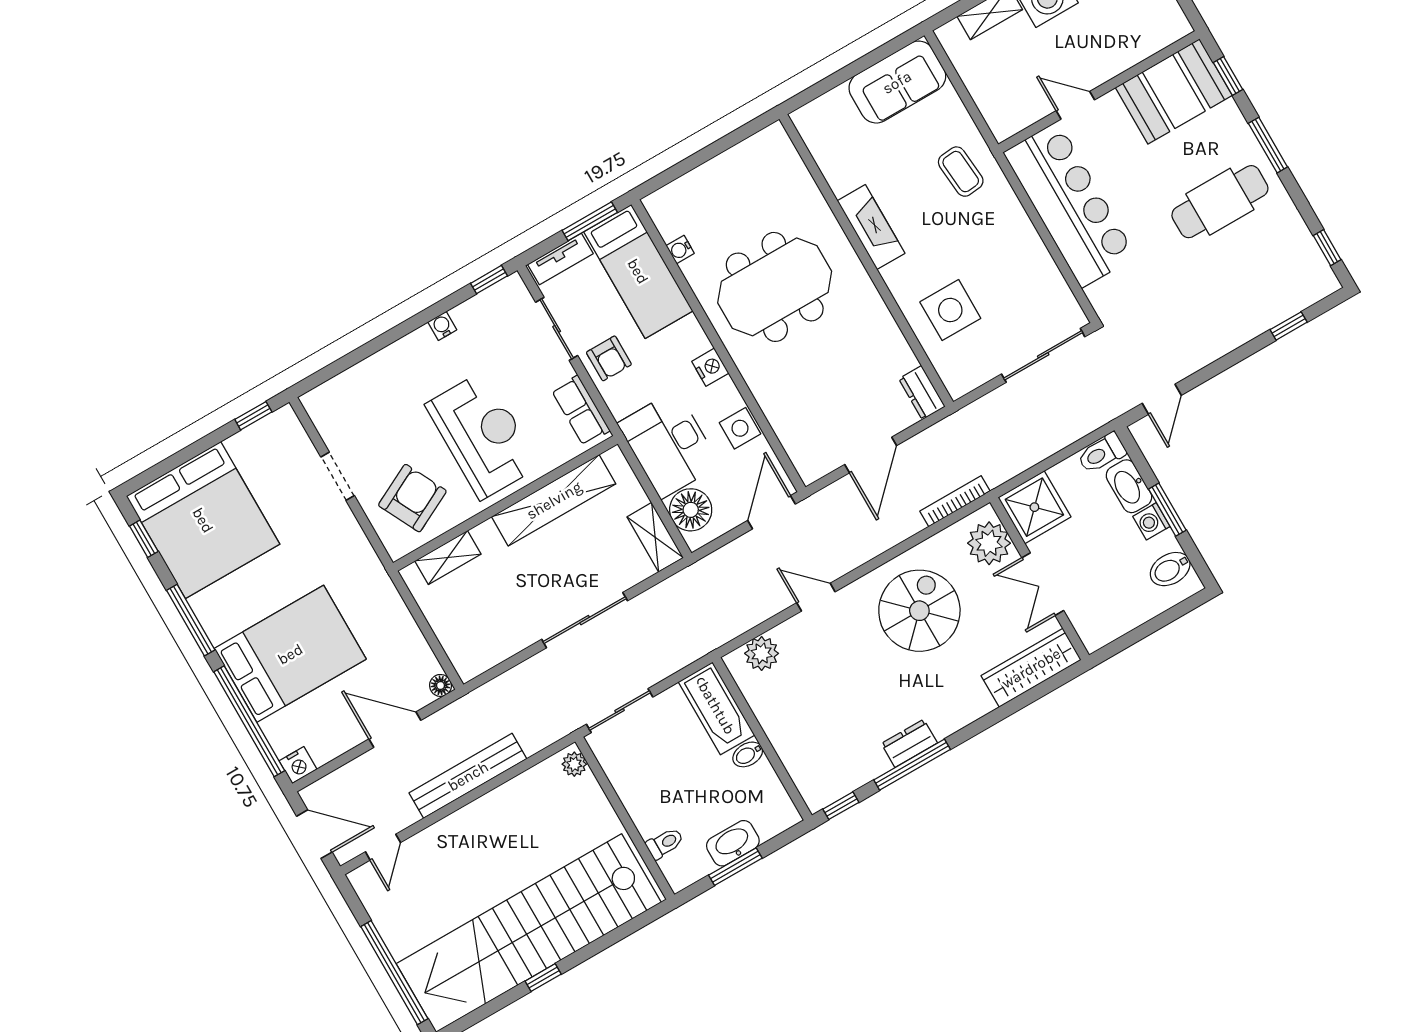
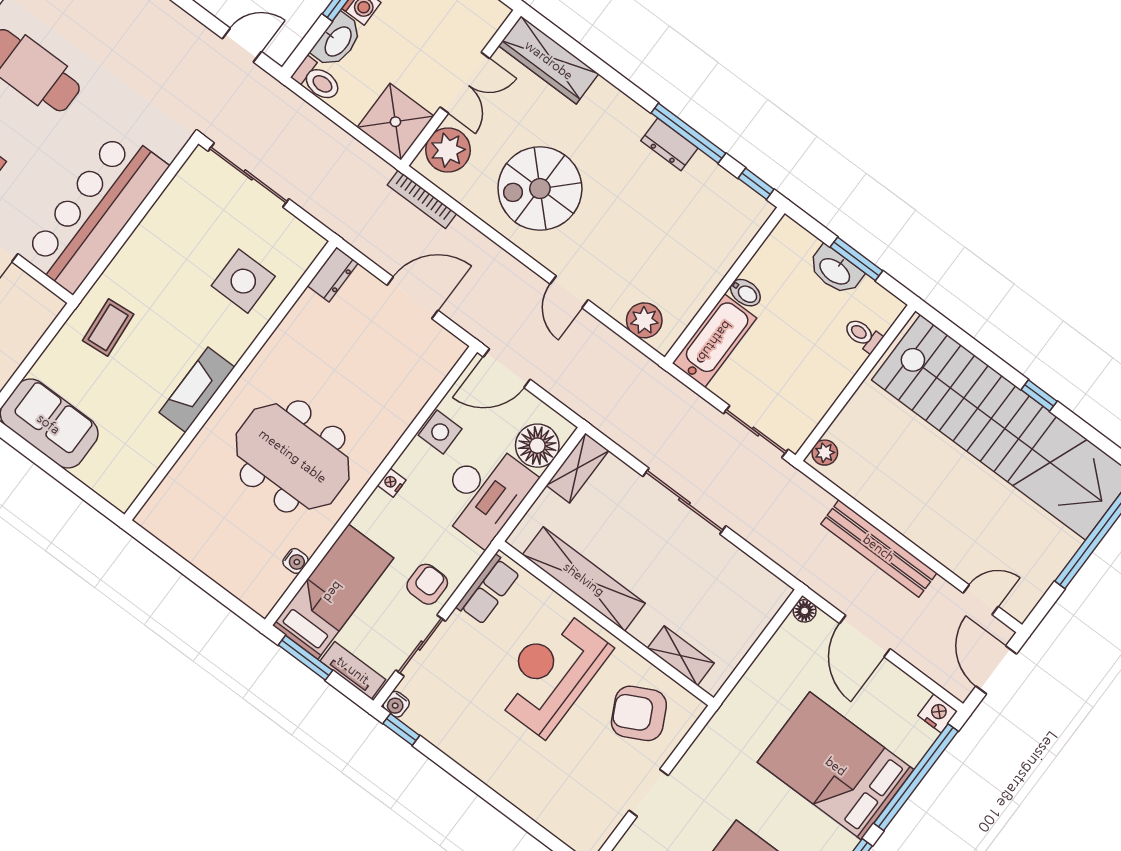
water cooler: (442, 326) -> (396, 704), moved
nightstand: (710, 367) -> (392, 483), width x0.72, depth x0.74

